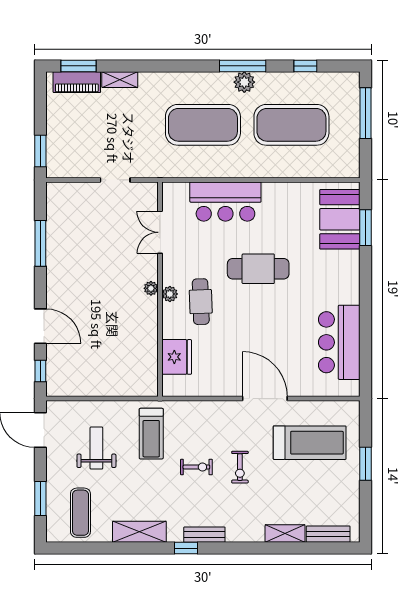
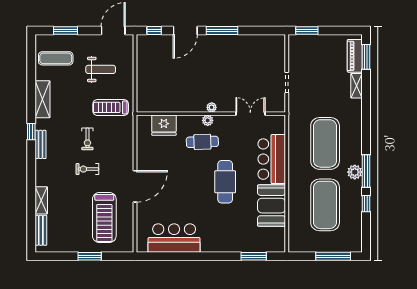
window: (305, 66) -> (366, 204), moved
booth: (340, 219) -> (272, 206), moved, turned 90
window: (40, 243) -> (222, 31), moved

